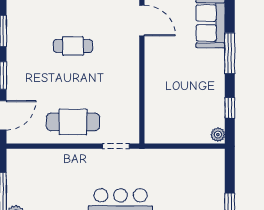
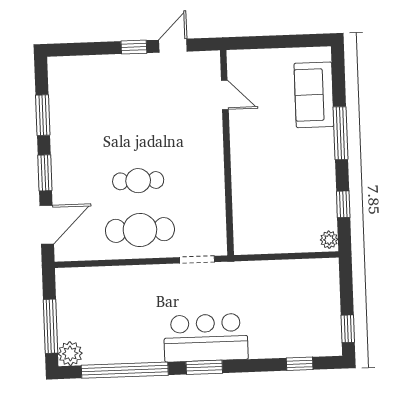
door: (142, 21) -> (225, 95), width x0.73
cafe table: (73, 46) -> (138, 181), moved

